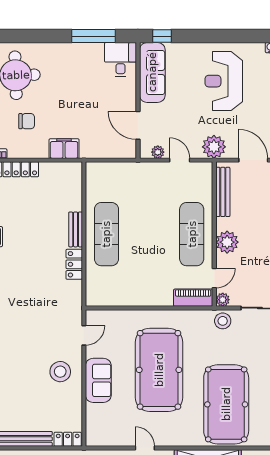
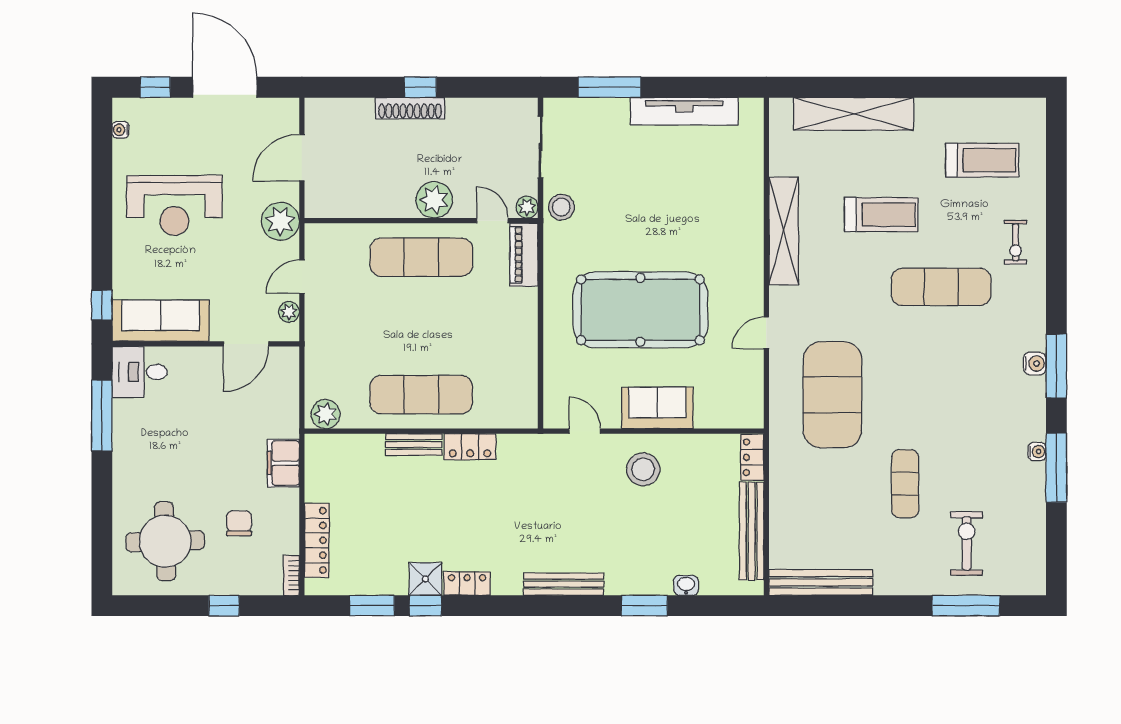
plant: (94, 175) -> (326, 414), added
bench: (223, 192) -> (353, 207), removed
pool table: (226, 404) -> (696, 201), removed

